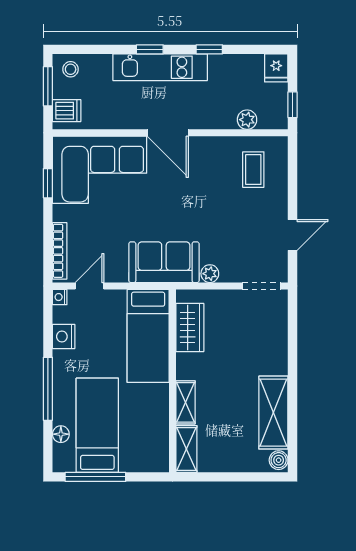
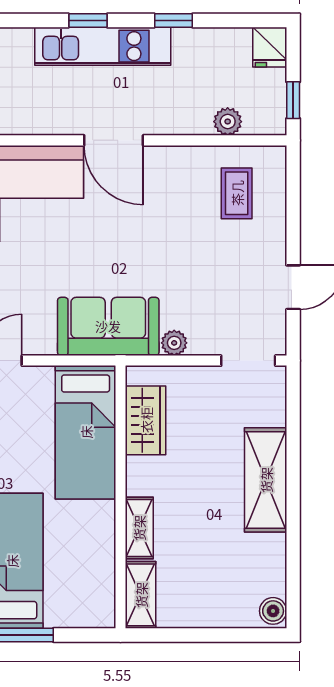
shelving: (273, 413) -> (266, 480), moved

